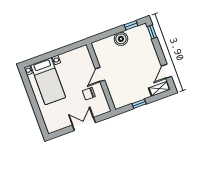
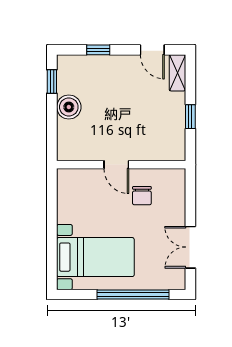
window: (152, 32) -> (98, 50), moved
window: (36, 108) -> (133, 295), added
double door: (84, 124) -> (190, 247), moved

